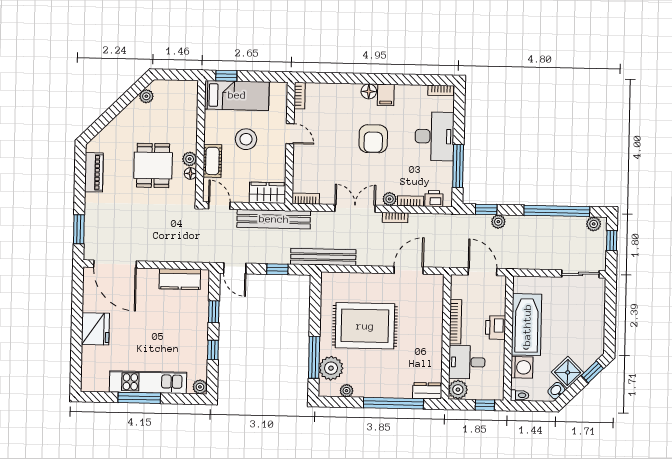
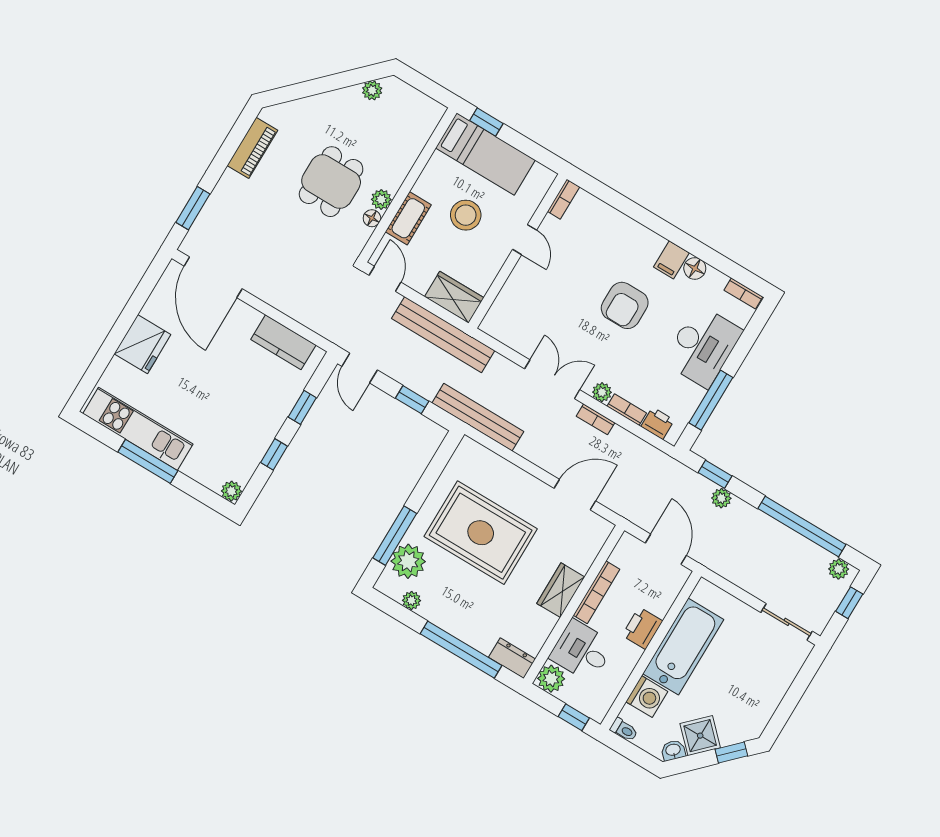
floor lamp: (369, 91) -> (695, 268), moved
bookcase: (306, 199) -> (498, 332), removed
wardrobe: (433, 333) -> (561, 590), added
kitchen unit: (148, 382) -> (138, 429), moved

